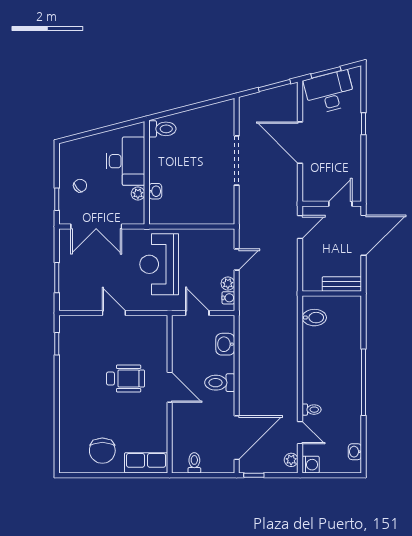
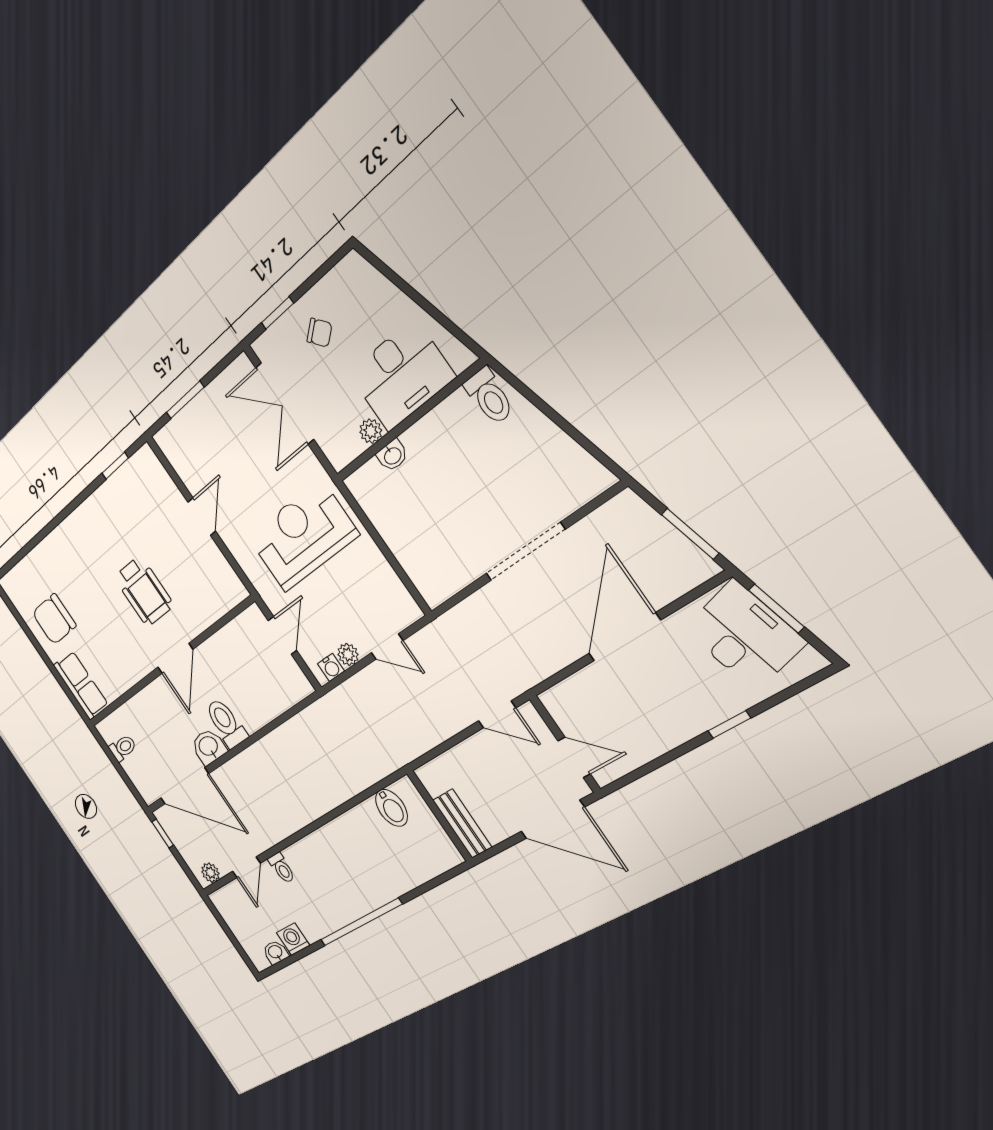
washbasin: (225, 344) -> (209, 747), moved
washing machine: (311, 465) -> (293, 939), moved, turned 180

